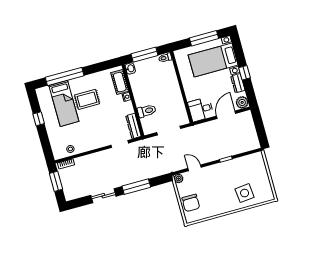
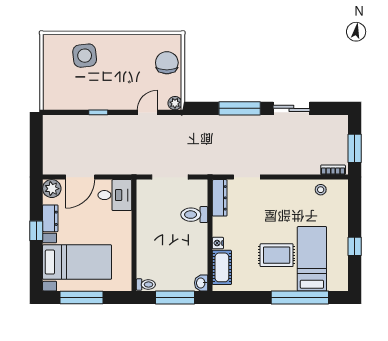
door: (195, 168) -> (147, 112), swing flipped

